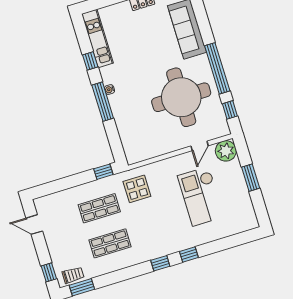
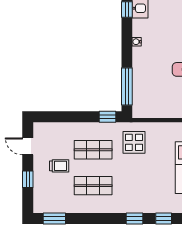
window: (103, 102) -> (127, 86), moved
window: (49, 272) -> (28, 179), moved
trolley: (73, 275) -> (59, 166), moved

